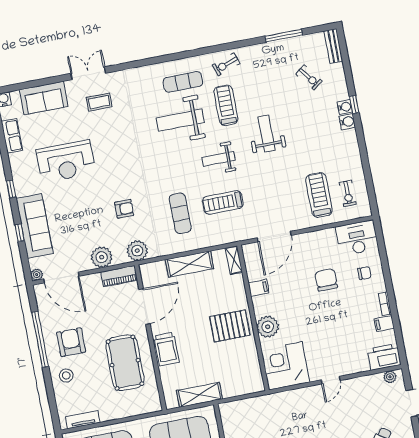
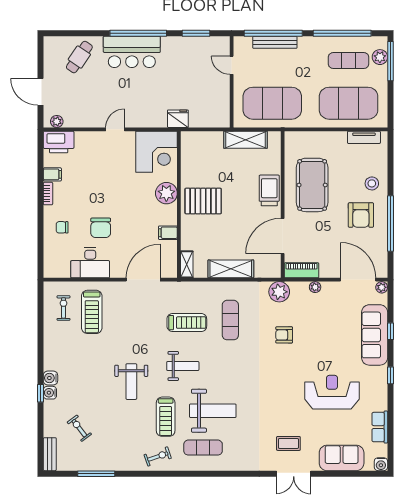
desk: (357, 238) -> (90, 263), moved
plant: (102, 257) -> (315, 287), width x0.53, depth x0.53
fridge: (271, 403) -> (178, 119), added

